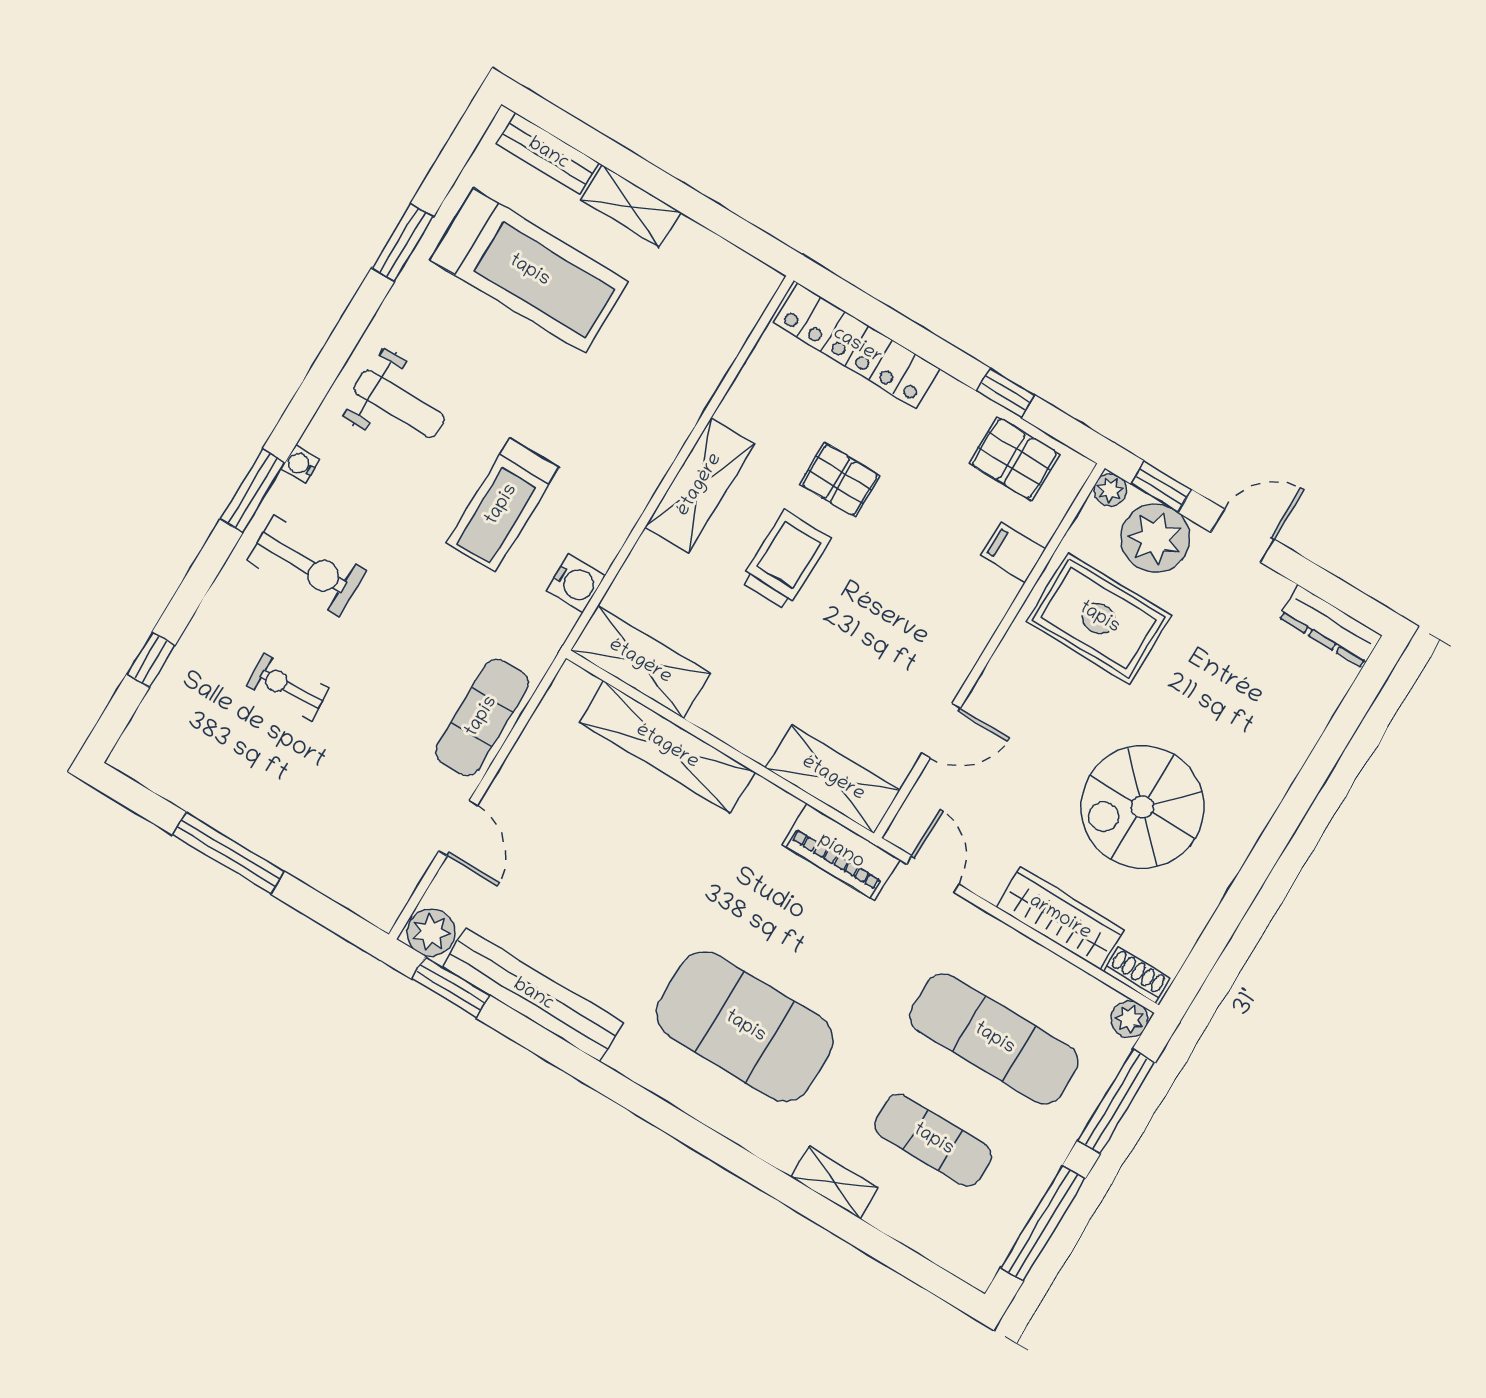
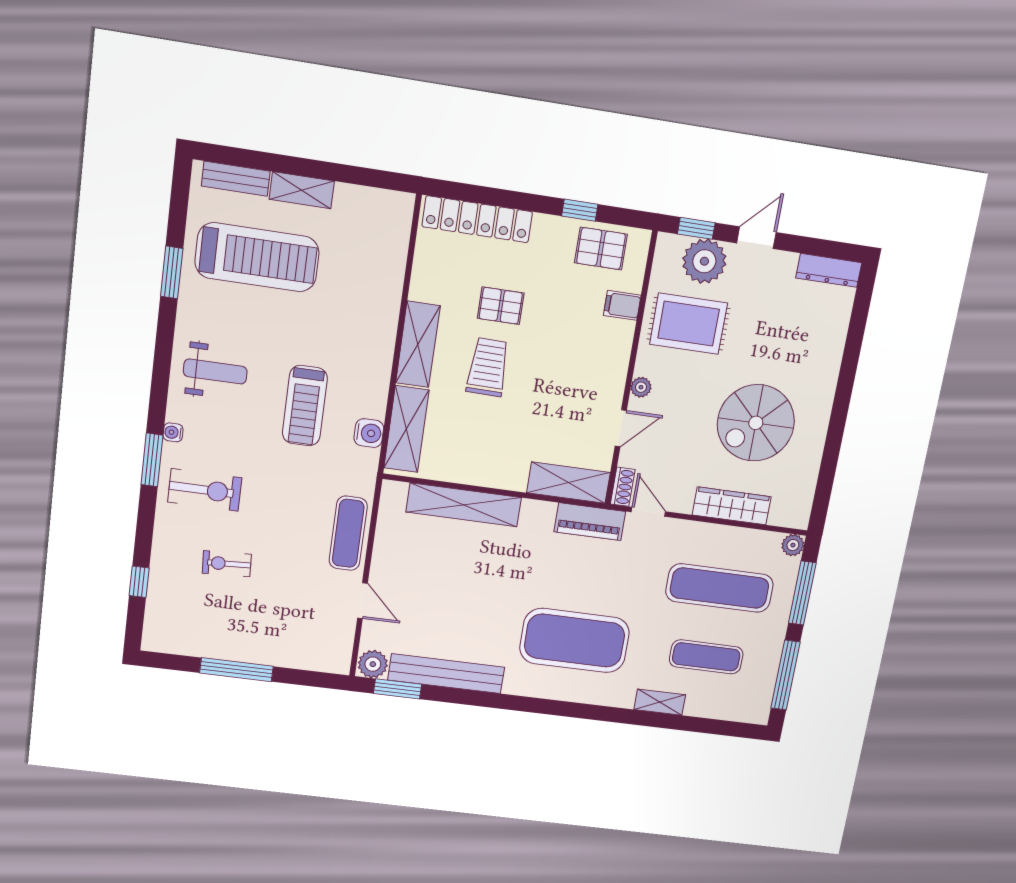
plant: (1110, 490) -> (641, 387), moved
shelving: (640, 662) -> (406, 429), moved, turned 90
shoe rack: (1137, 975) -> (623, 487), moved, turned 90

